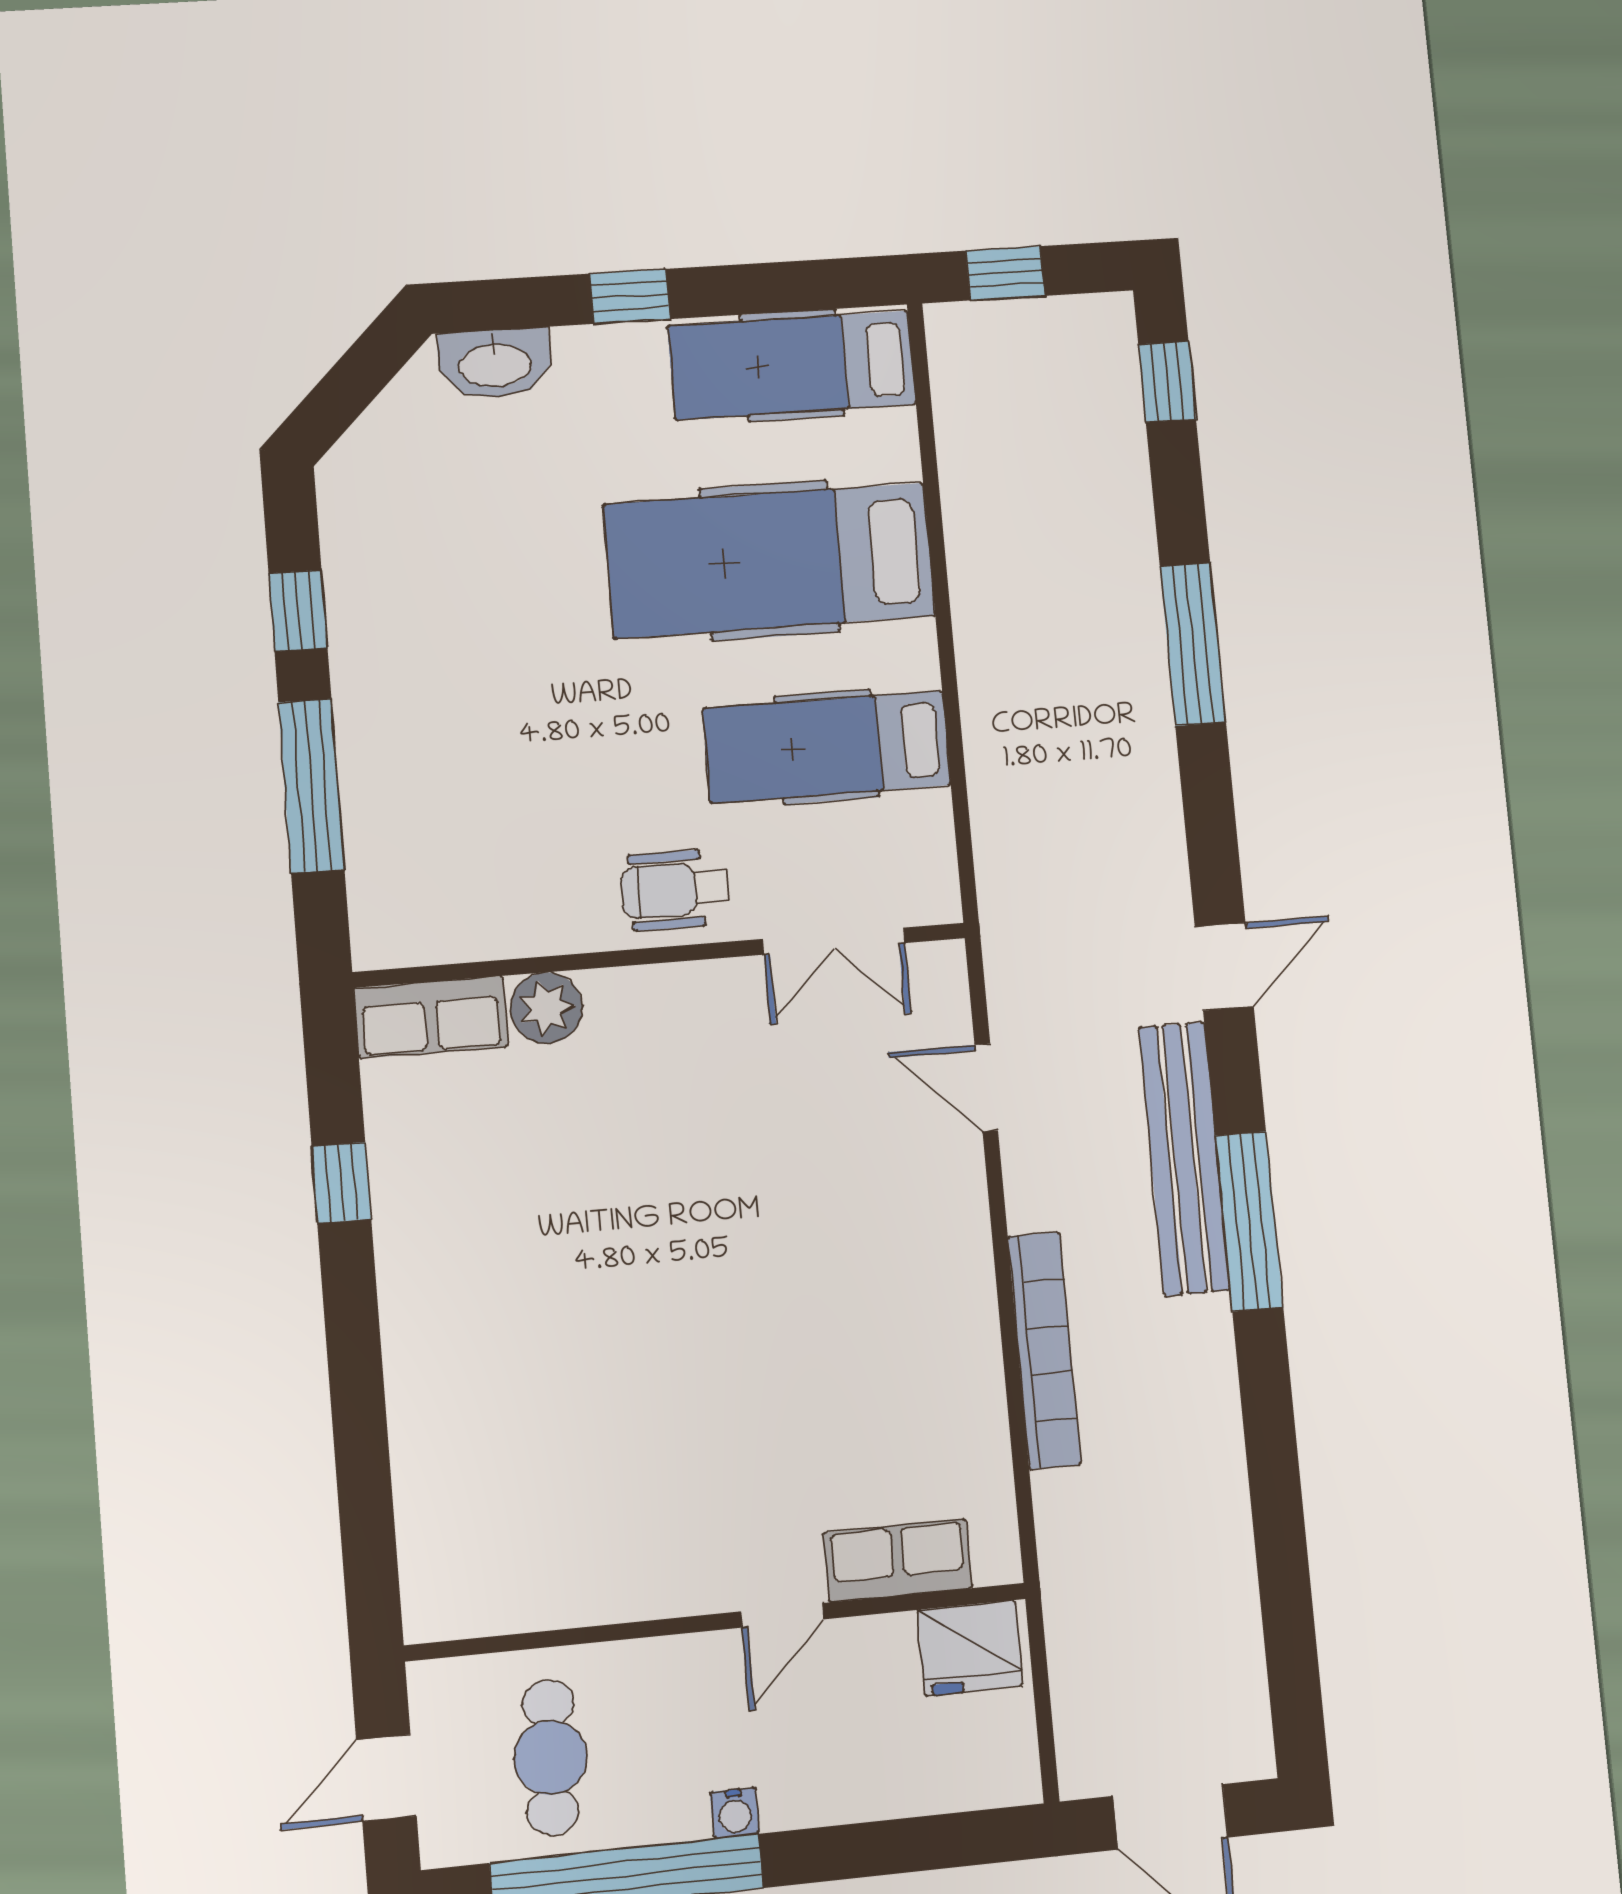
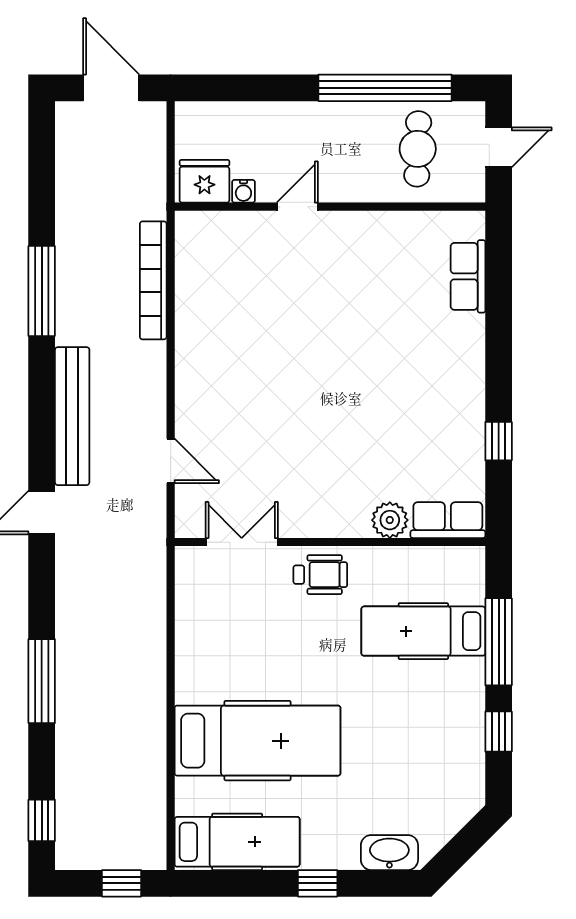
hospital bed: (827, 747) -> (423, 631), moved, turned 180
window: (1249, 1221) -> (42, 291), moved
bookcase: (1044, 1350) -> (153, 280), moved
row of seats: (898, 1560) -> (468, 276), moved, turned 90
water cooler: (735, 1813) -> (243, 191), moved, turned 180

